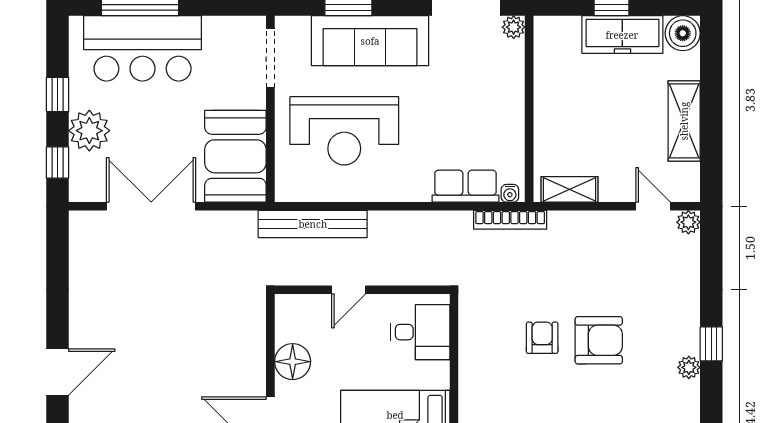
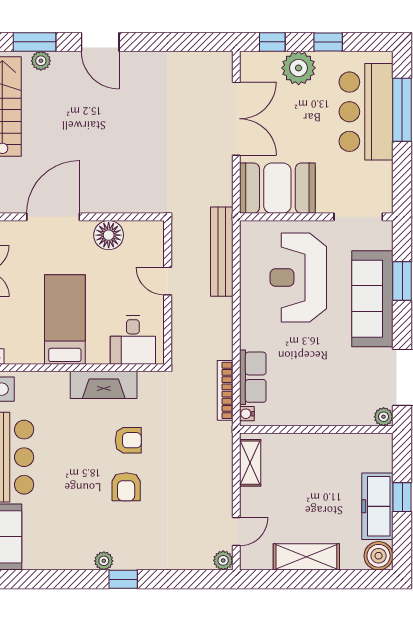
bookcase: (510, 220) -> (225, 390), moved
armchair: (599, 340) -> (126, 487), width x0.72, depth x0.72
fireplace: (475, 368) -> (104, 385), added

